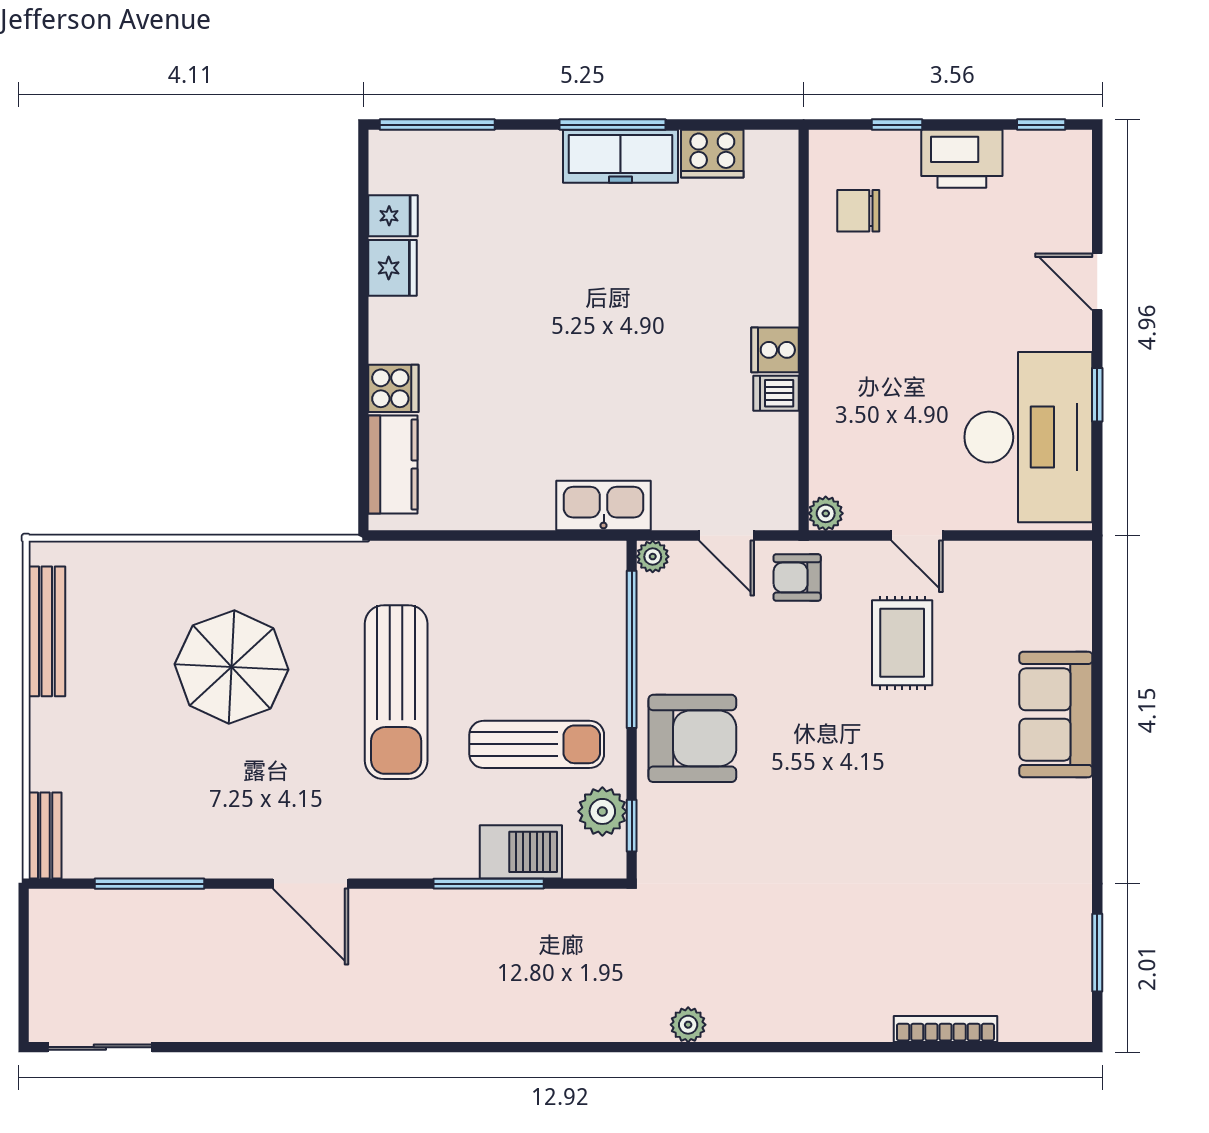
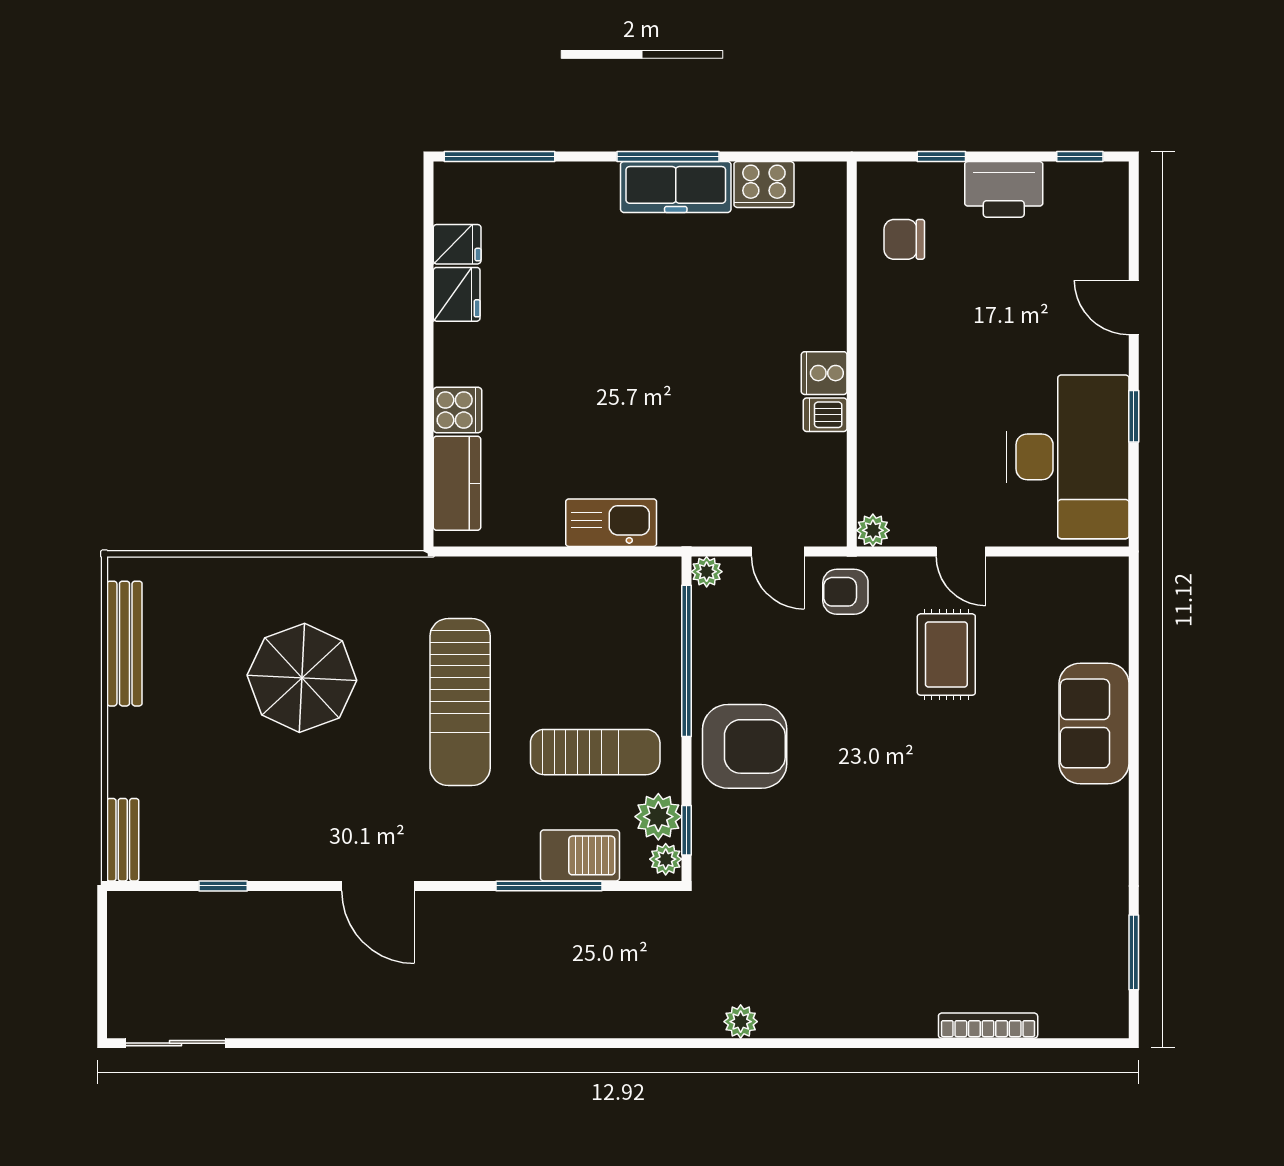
kitchen sink: (604, 506) -> (611, 523), moved
plant: (610, 856) -> (666, 859), added
window: (149, 884) -> (223, 886), width x0.46

